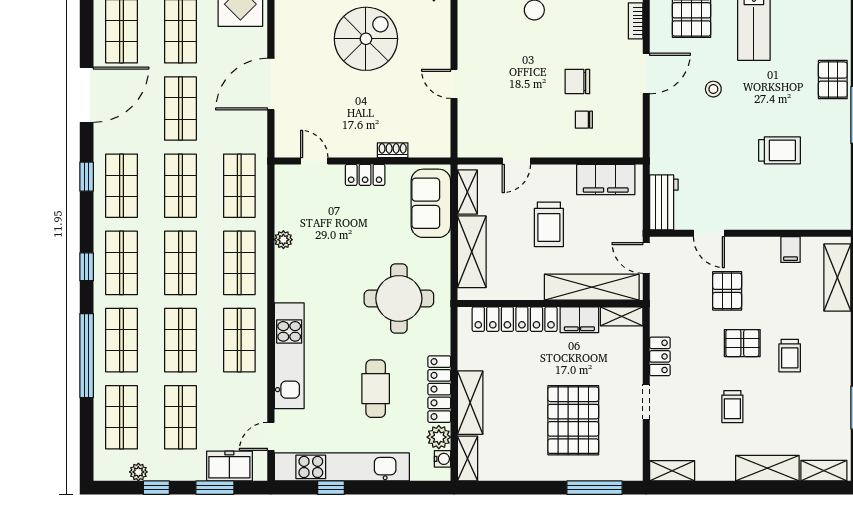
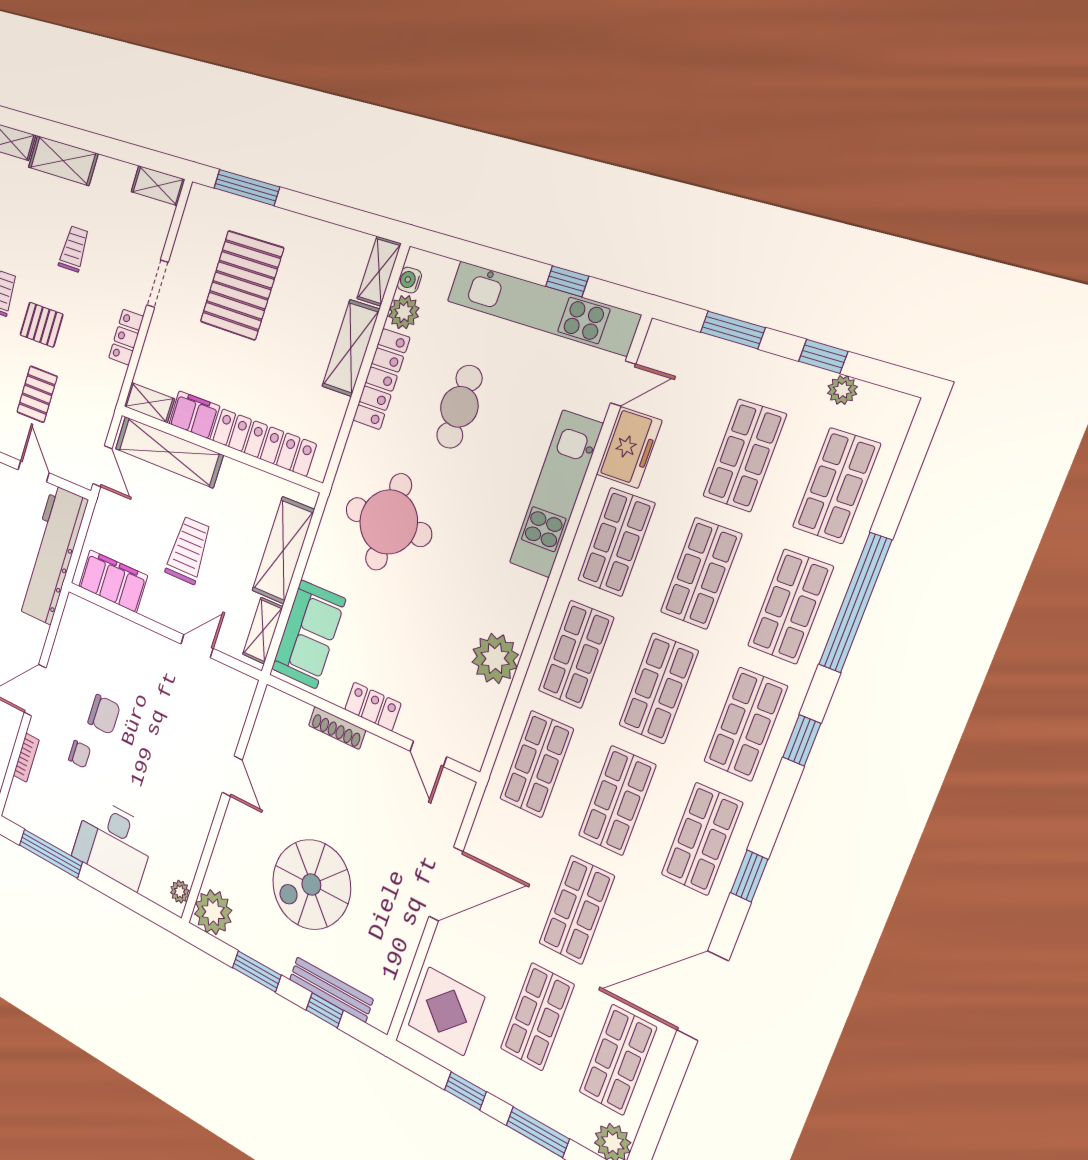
chair: (584, 120) -> (80, 754), moved
shoe rack: (393, 150) -> (337, 728), width x1.43
workbench: (664, 202) -> (52, 555), width x1.87, depth x1.32
plant: (283, 240) -> (495, 658), width x1.88, depth x1.88
freezer: (229, 466) -> (629, 447), moved, turned -90

